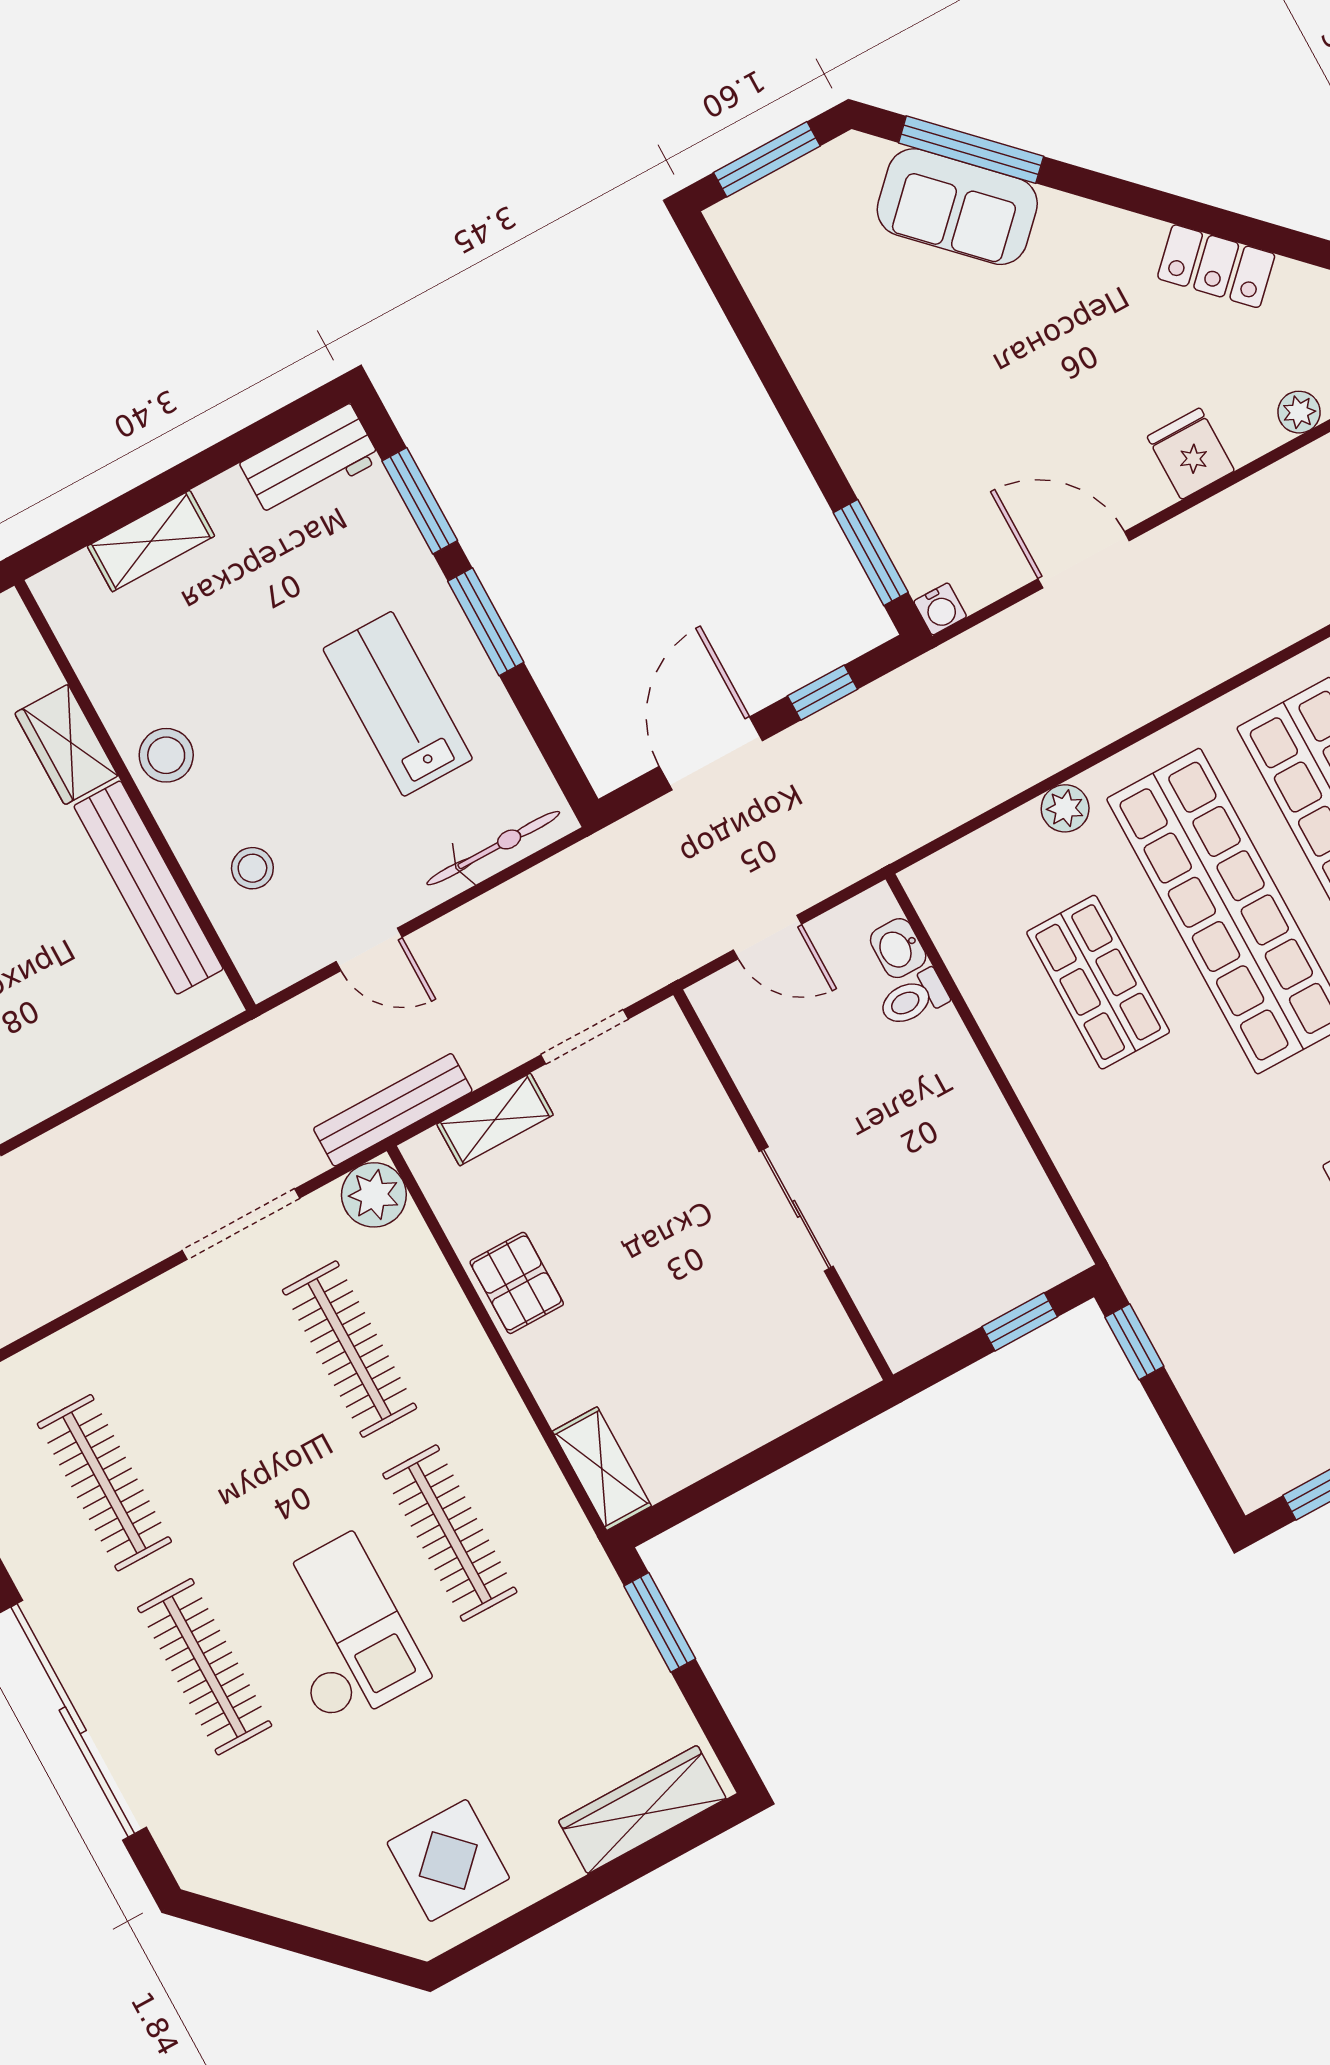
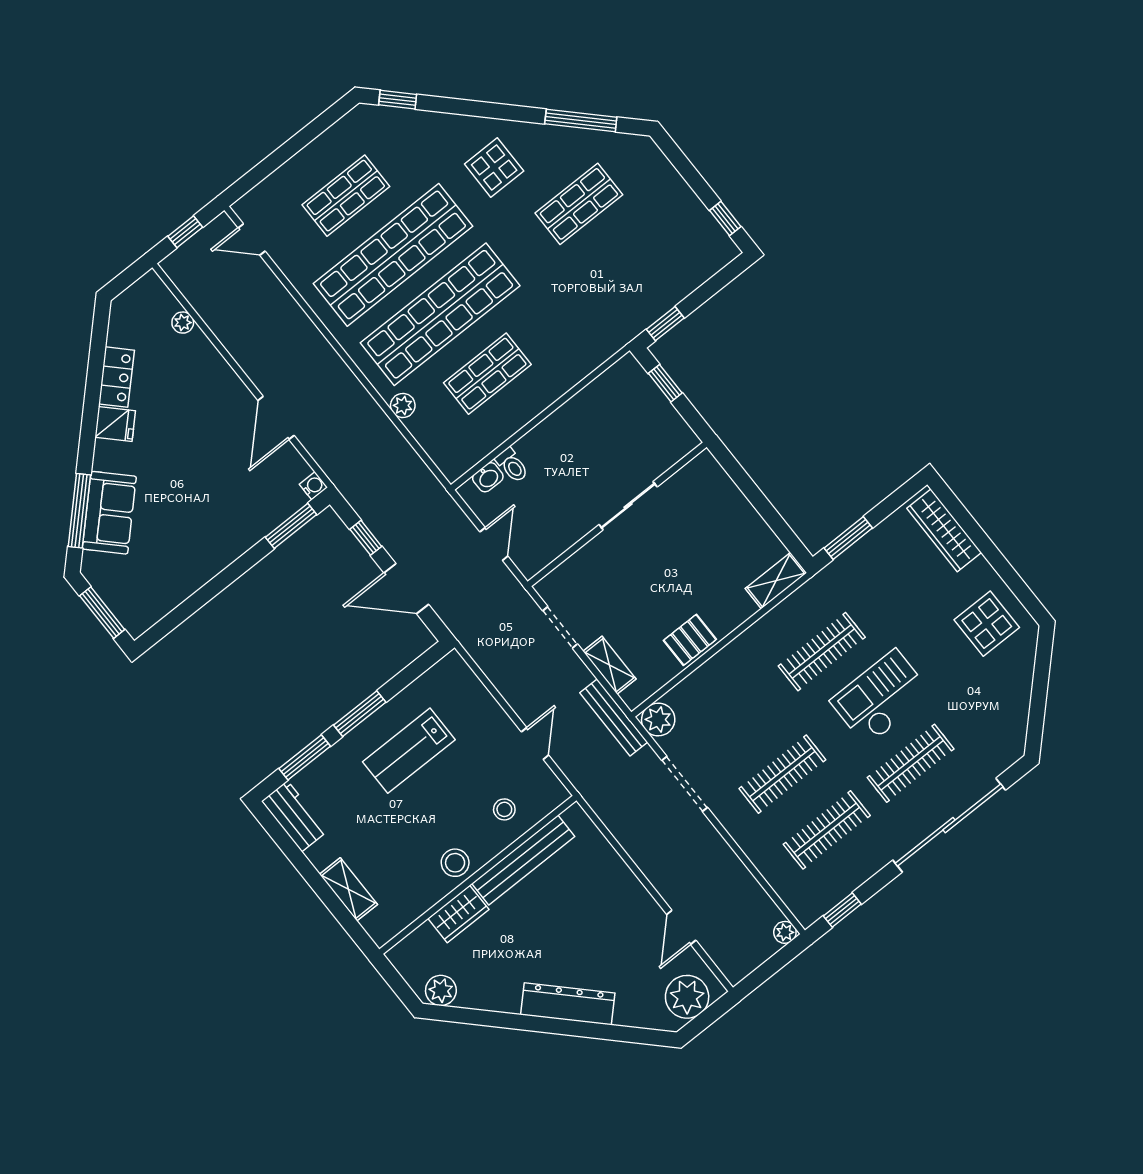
fridge: (1191, 454) -> (115, 424), moved, turned -135
bicycle: (493, 848) -> (473, 690), removed
clothes rail: (350, 1349) -> (782, 774), moved

